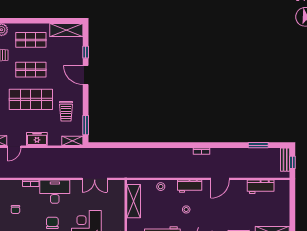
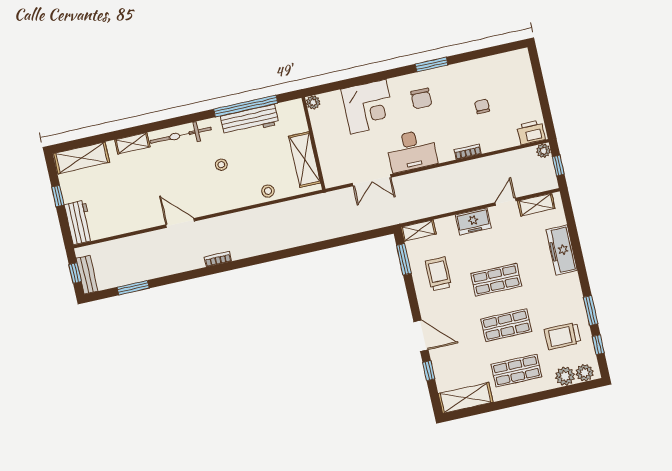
shop shelf: (31, 99) -> (496, 280), width x0.70, depth x0.74
double door: (95, 179) -> (372, 180), swing flipped
door: (220, 179) -> (180, 223), hinge flipped
workbench: (190, 186) -> (224, 202), removed
workbench: (261, 187) -> (79, 223), moved, turned 90
desk: (55, 192) -> (412, 151), moved
window: (292, 213) -> (58, 196), added

